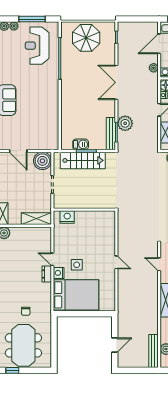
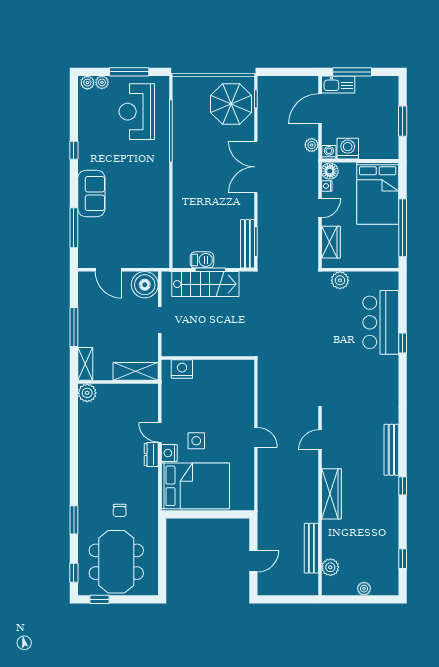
parasol: (86, 38) -> (231, 104), moved
plant: (125, 123) -> (269, 228), removed
door: (159, 264) -> (320, 440), hinge flipped
bench: (153, 351) -> (311, 548), moved

